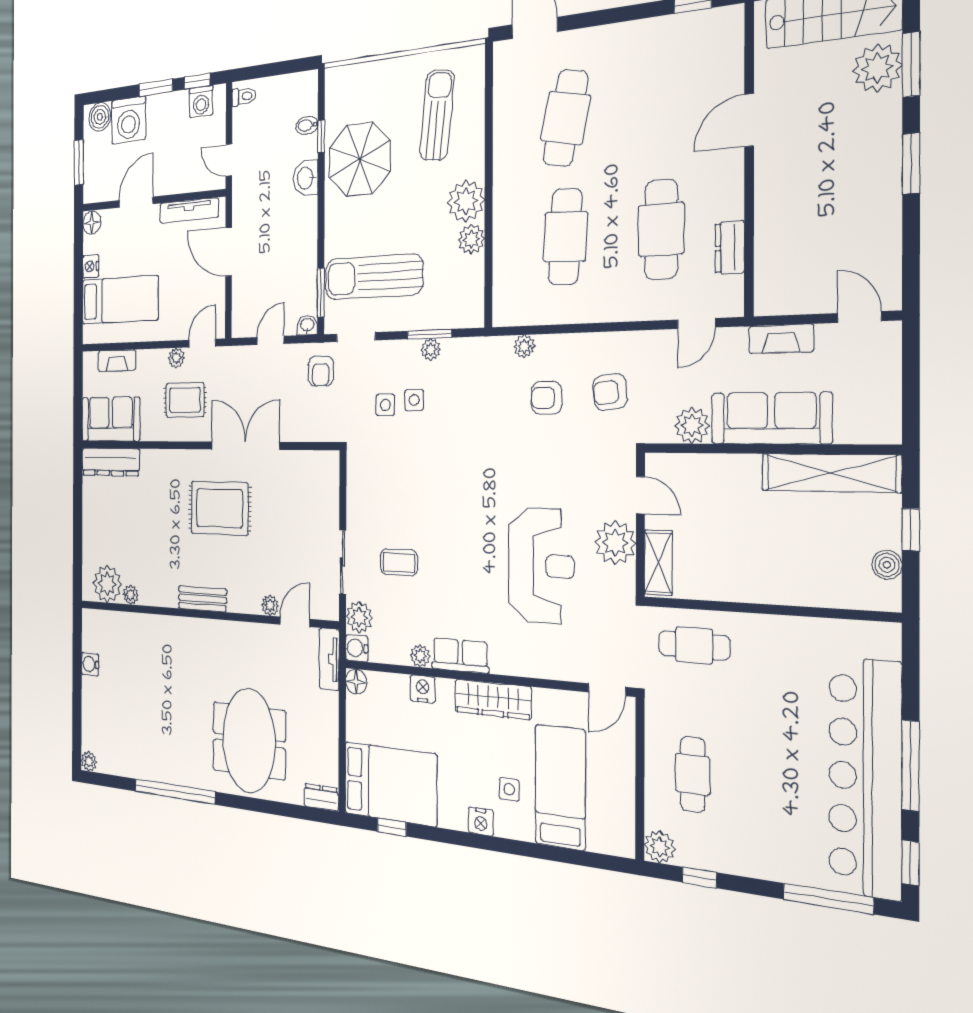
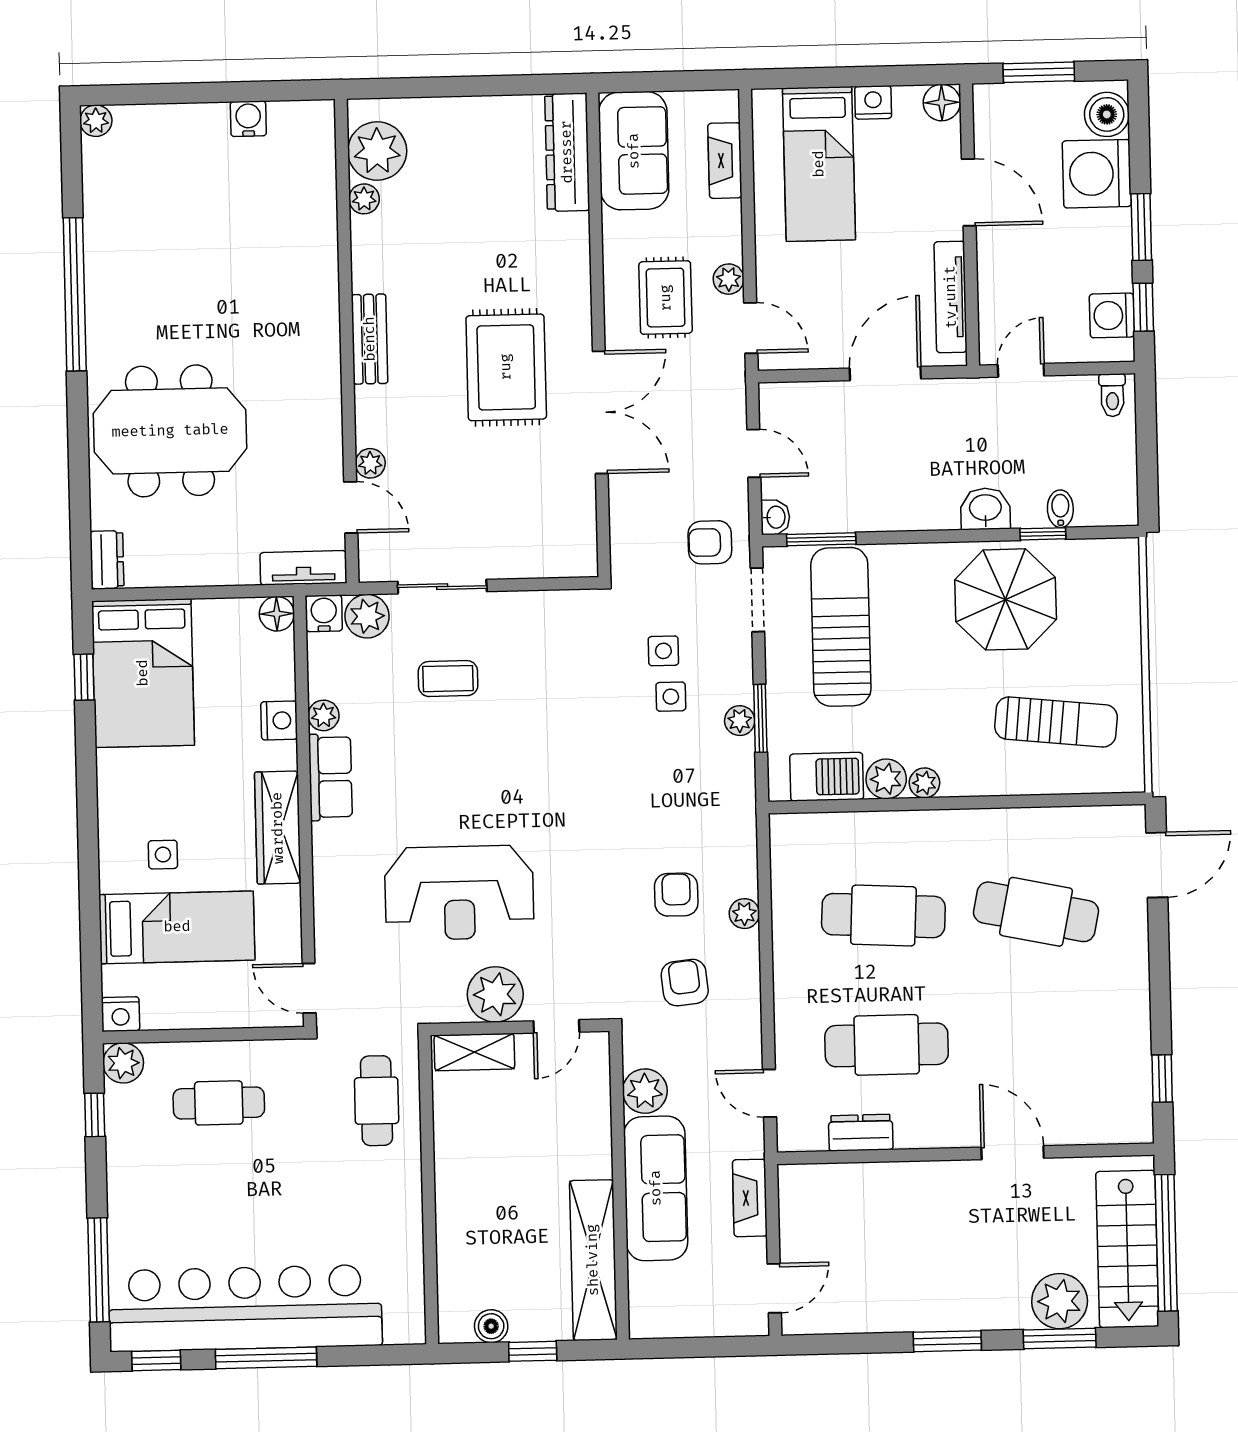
plant: (466, 201) -> (924, 783), width x0.53, depth x0.53
barbecue: (469, 284) -> (827, 777), added
plant: (524, 346) -> (744, 914), moved
coffee table: (399, 562) -> (448, 679), turned 90
nightstand: (481, 821) -> (121, 1014), moved, turned -90

